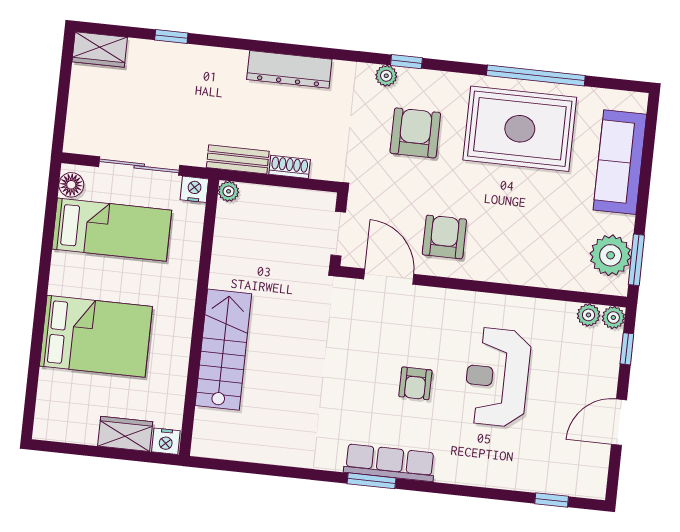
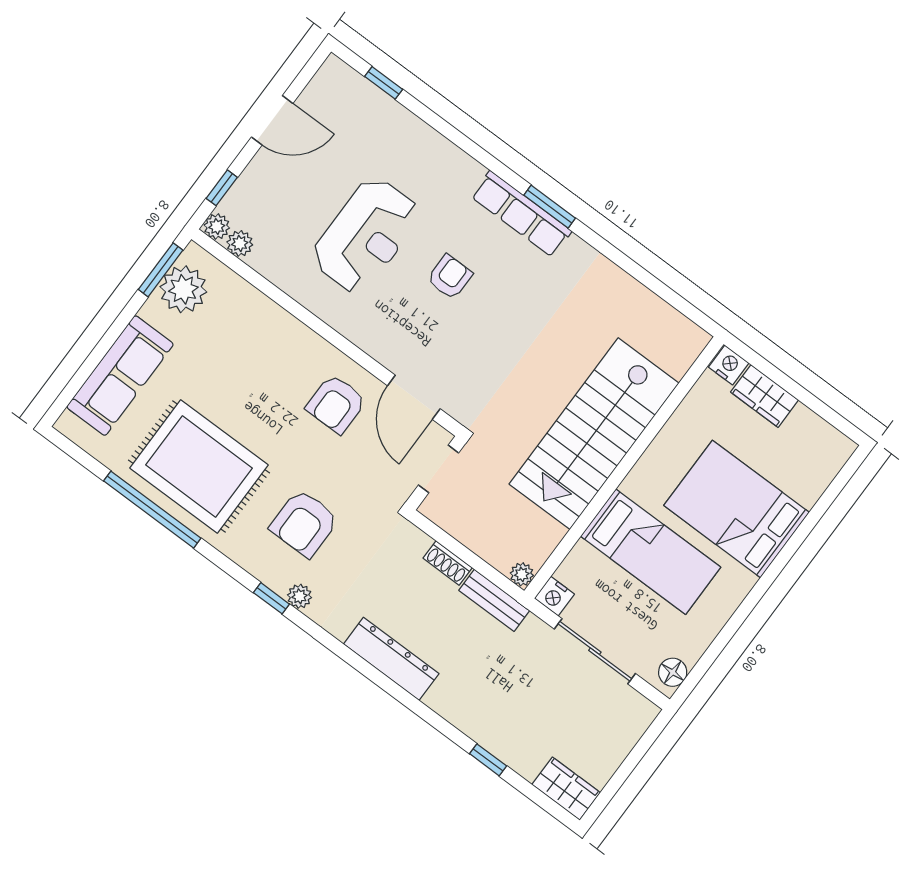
bed: (112, 230) -> (651, 552), moved, turned 180
stairs: (223, 350) -> (594, 434), width x1.36, depth x1.51

